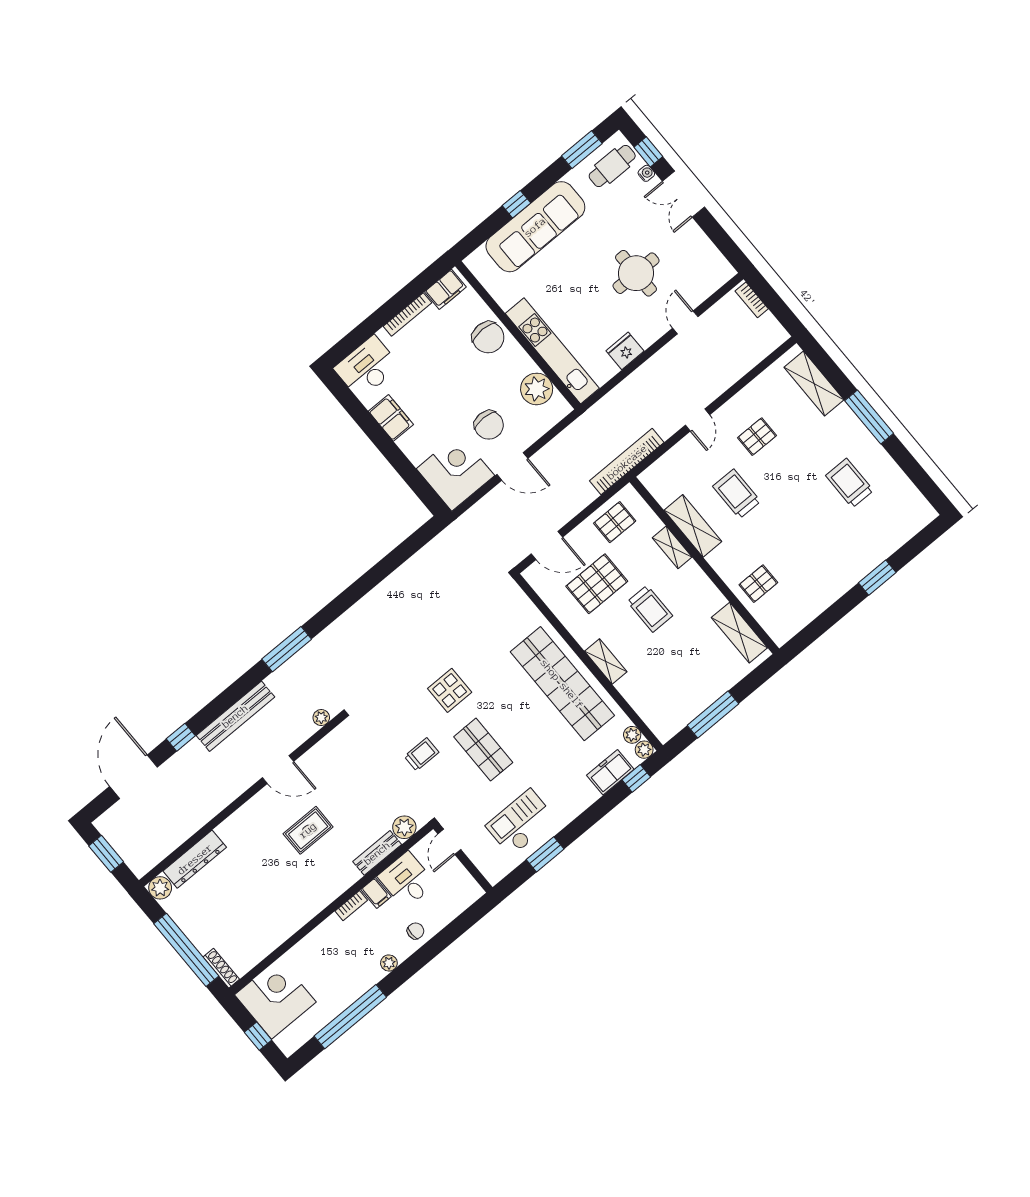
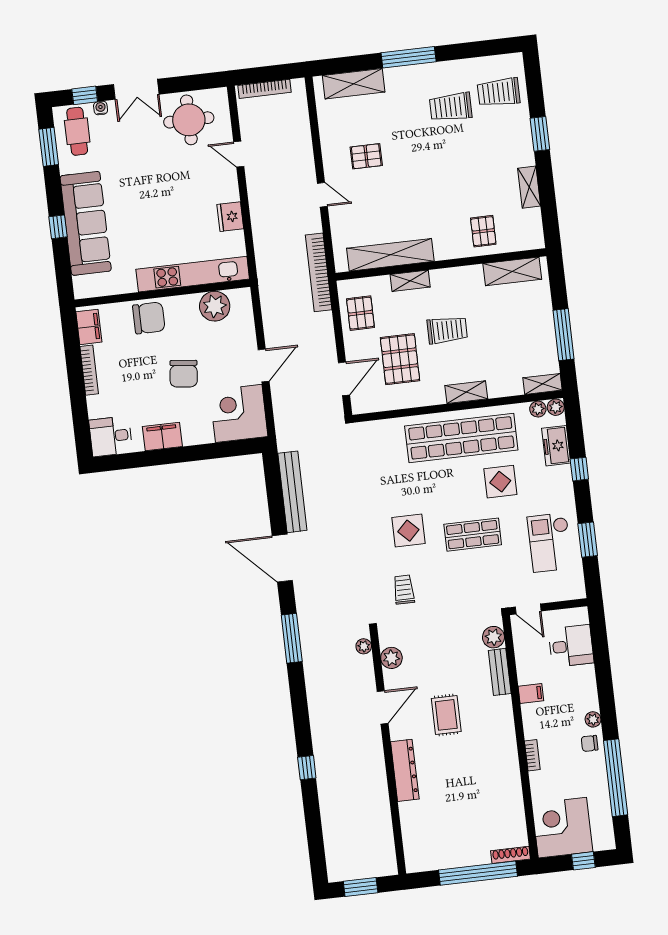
round table: (636, 273) -> (189, 120), moved
bookcase: (752, 300) -> (264, 89), width x1.56
desk: (367, 367) -> (111, 436), width x0.73
chair: (489, 425) -> (184, 374), moved, turned 96
pallet: (757, 437) -> (366, 156), turned 90
trolley: (737, 494) -> (499, 92), moved
shelving: (693, 526) -> (390, 255), width x1.47
shelving: (824, 599) -> (529, 187), added
bench: (235, 716) -> (292, 492), moved
shelving: (657, 724) -> (542, 384), added
display table: (546, 743) -> (500, 482), added
trolley: (422, 754) -> (404, 590), moved
door: (133, 777) -> (282, 558), moved
window: (636, 778) -> (579, 469), moved
dresser: (195, 859) -> (405, 770), moved
desk: (407, 880) -> (571, 646), moved, turned 180
plant: (160, 888) -> (391, 658), moved
bookcase: (351, 906) -> (532, 755), moved
chair: (416, 931) -> (590, 743), moved, turned -90

